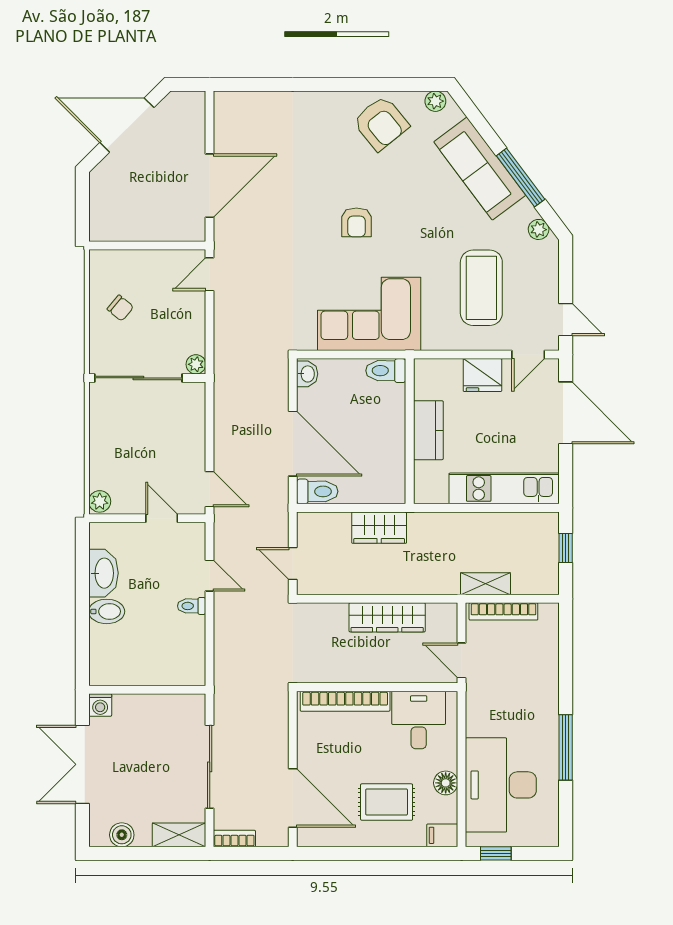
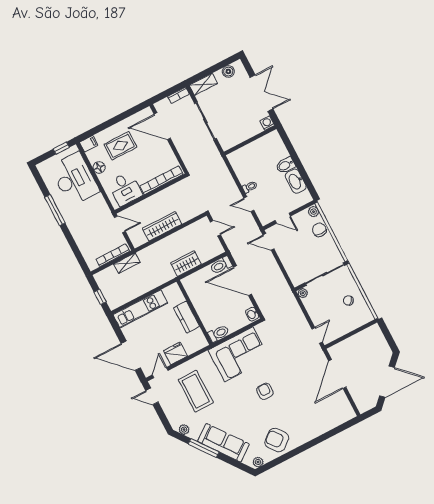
chair: (106, 463) -> (319, 230), added

